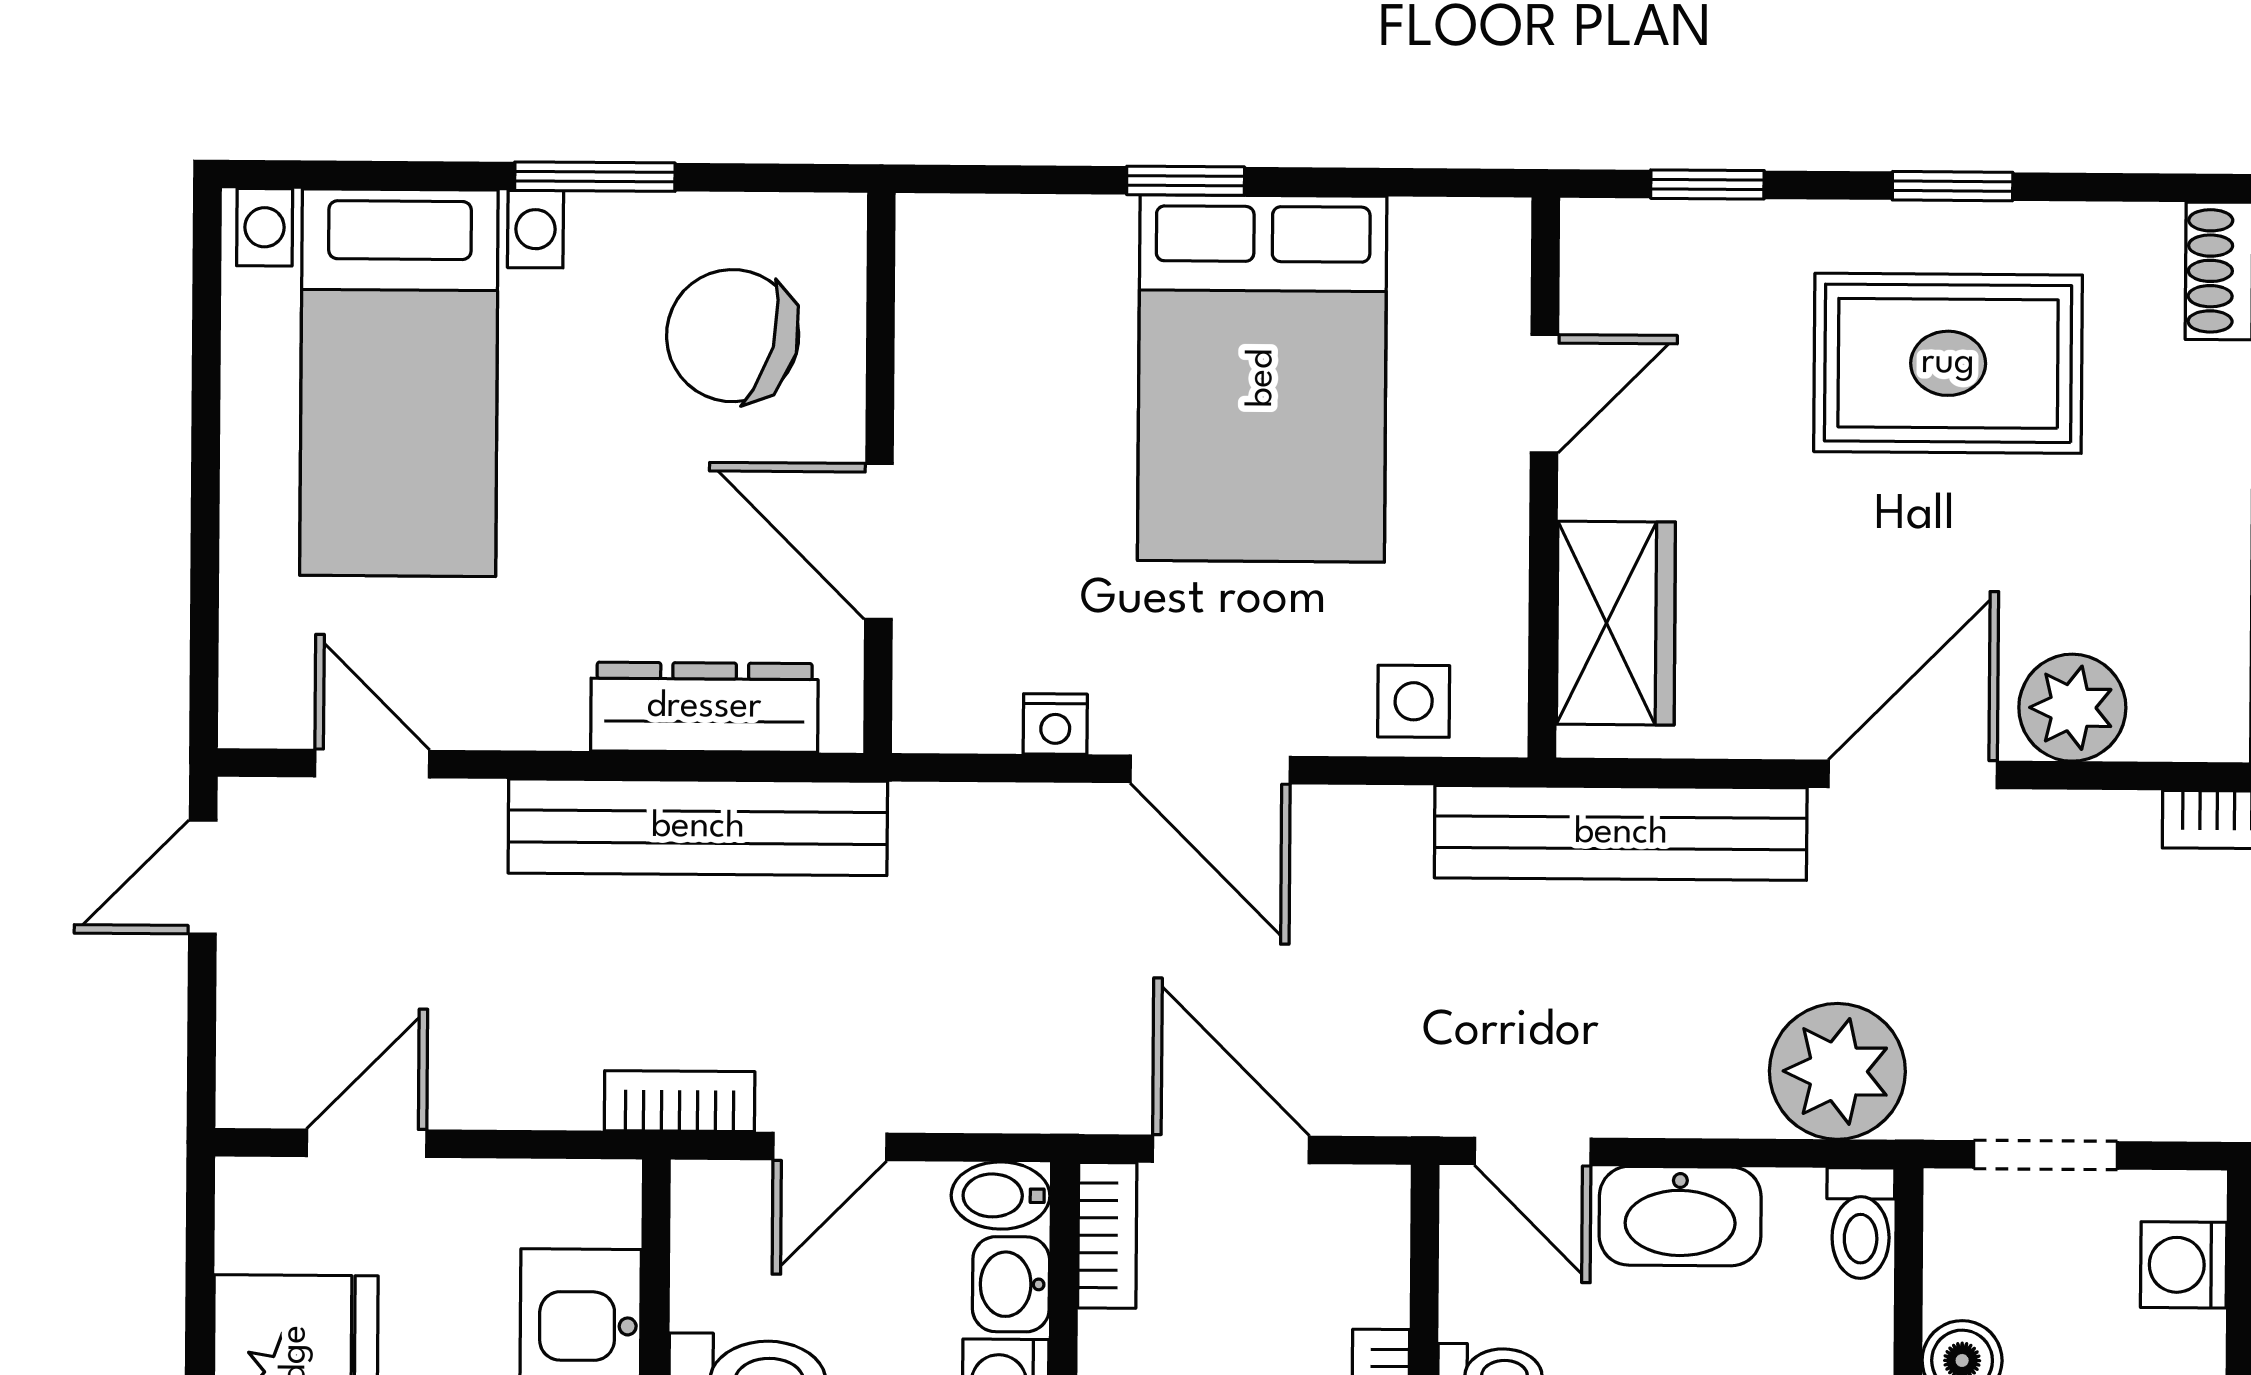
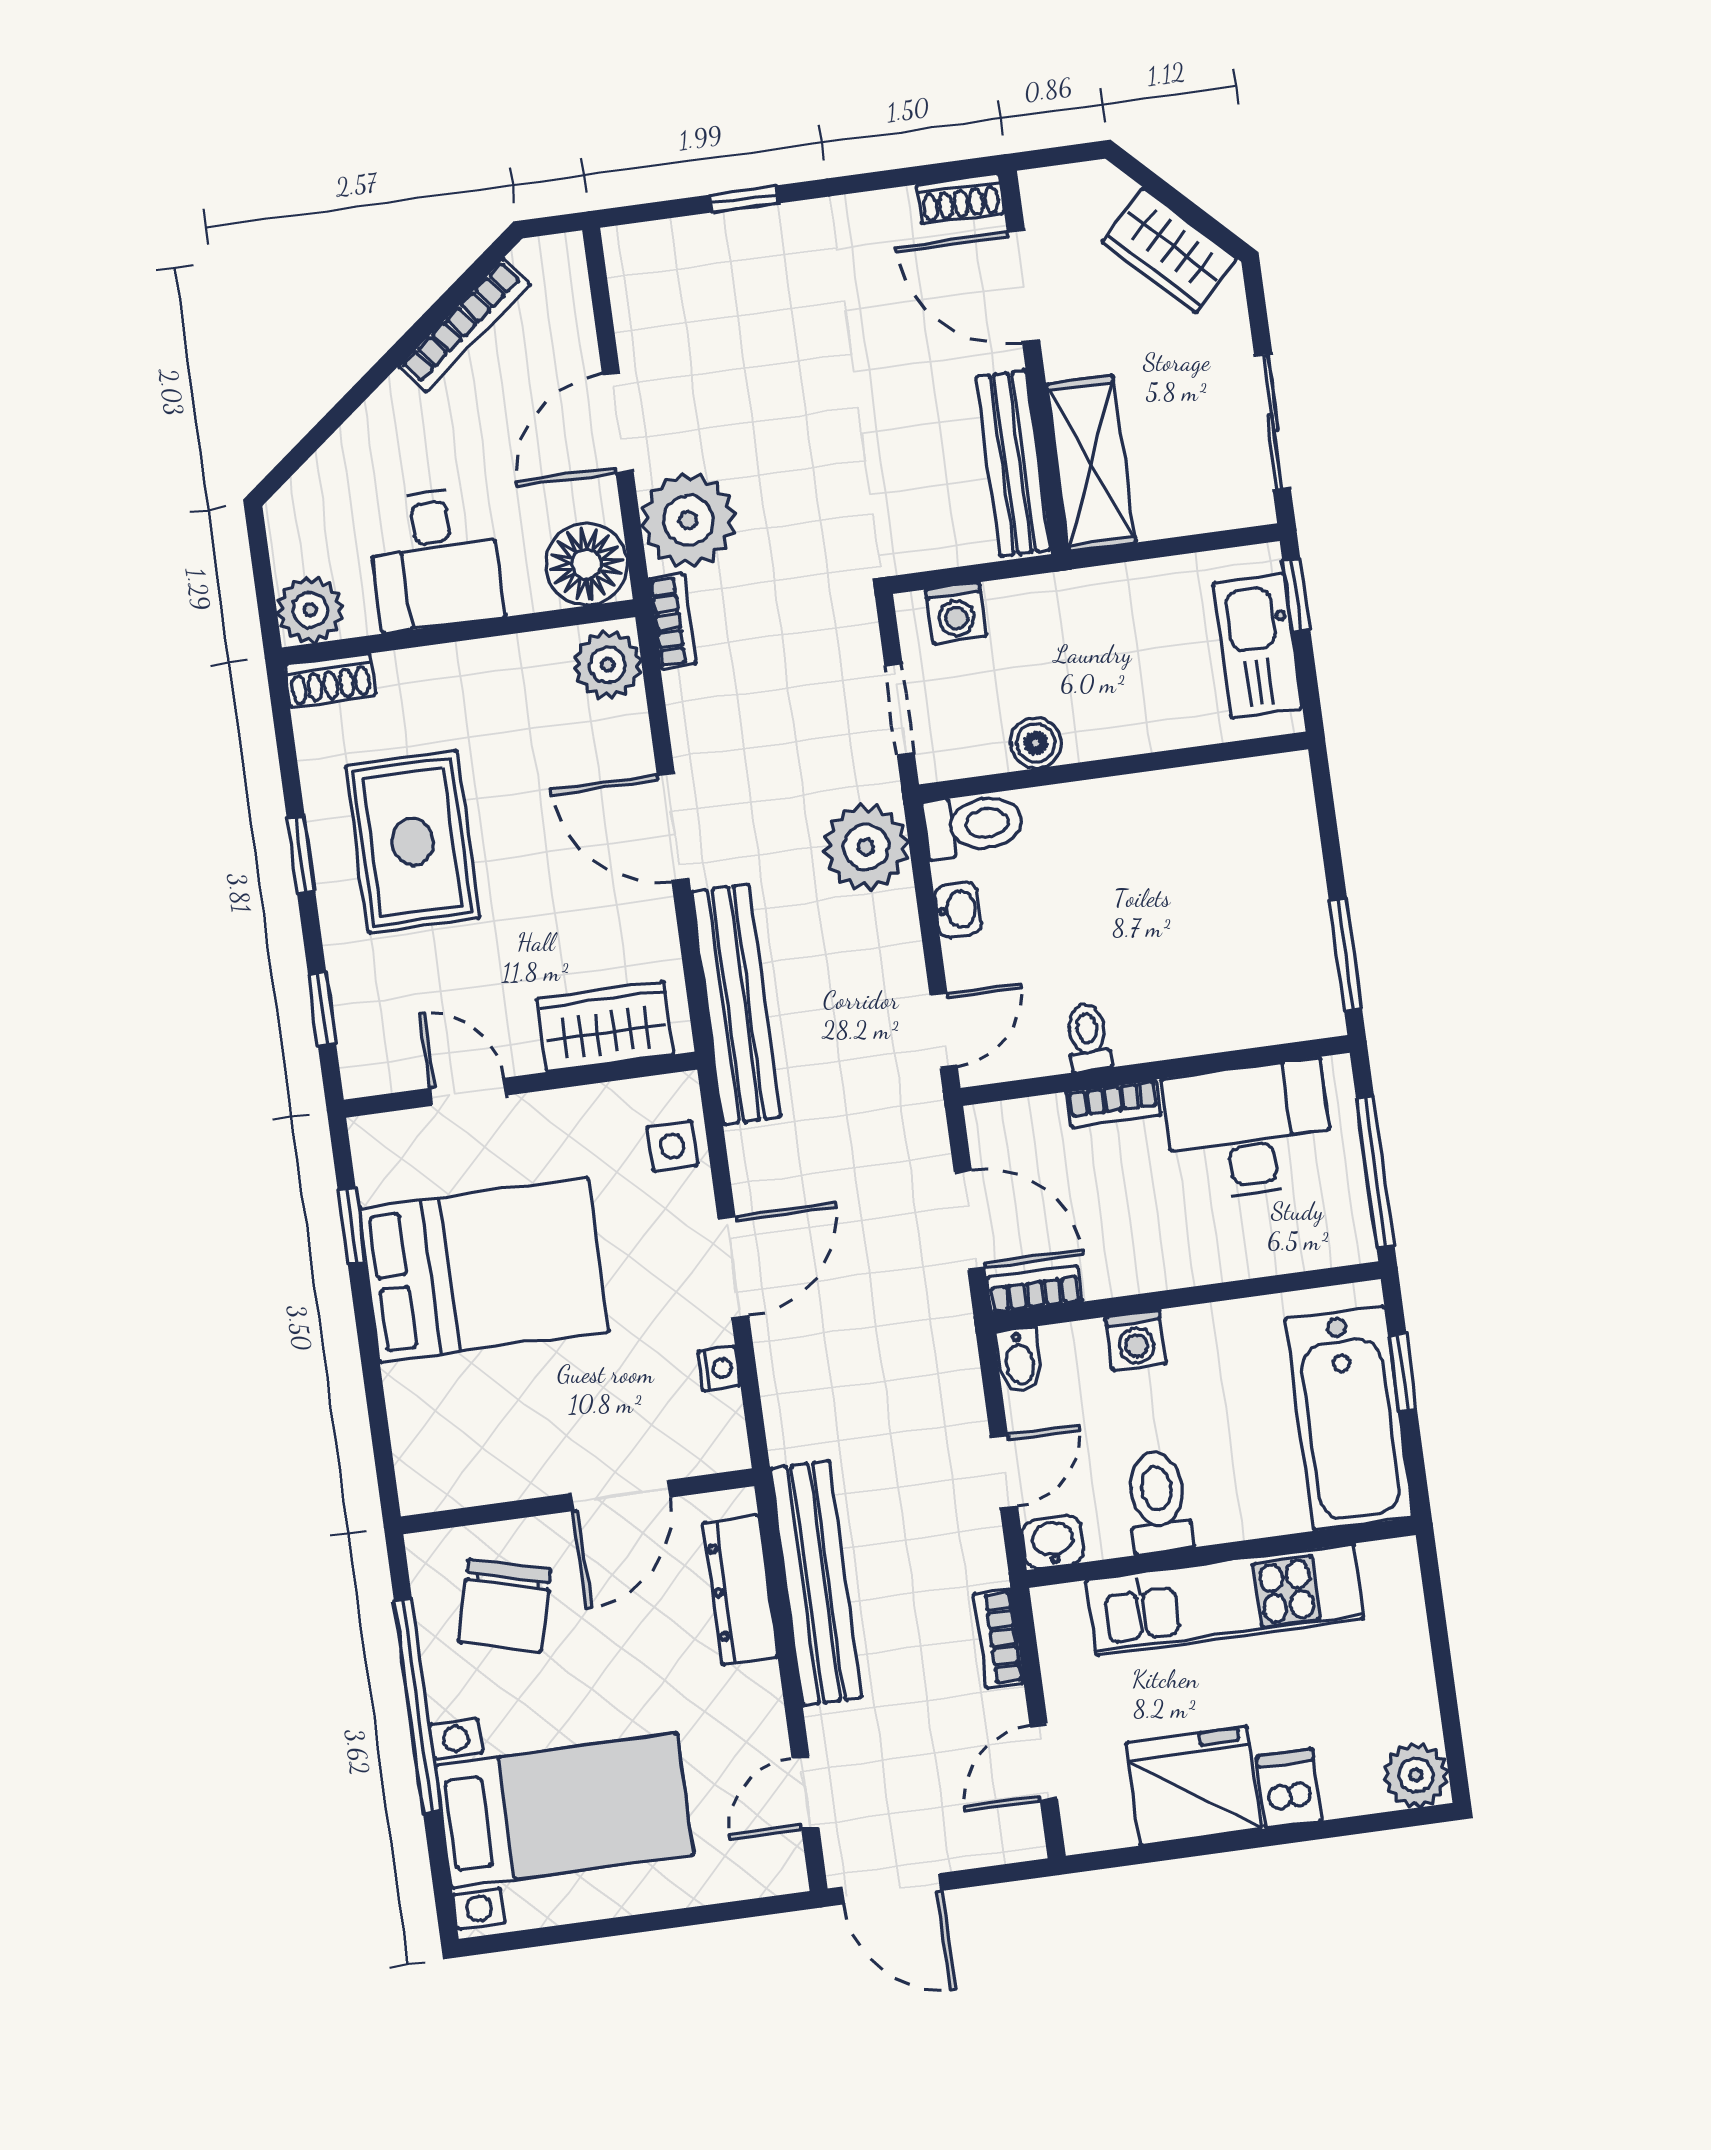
window: (595, 177) -> (418, 1706), width x2.11
window: (1186, 181) -> (352, 1226), moved
plant: (2072, 708) -> (608, 665), moved
door: (203, 877) -> (892, 1889), width x1.38
bookcase: (680, 1101) -> (999, 1638), moved
door: (367, 1143) -> (1044, 1762), hinge flipped
door: (830, 1146) -> (1004, 1472), hinge flipped
door: (1231, 1149) -> (970, 1220), swing flipped
washbasin: (1680, 1216) -> (958, 910), width x0.52, depth x0.69
toilet: (1861, 1223) -> (973, 825), width x1.37, depth x1.39
washbasin: (1011, 1284) -> (1053, 1542), moved, turned 180

